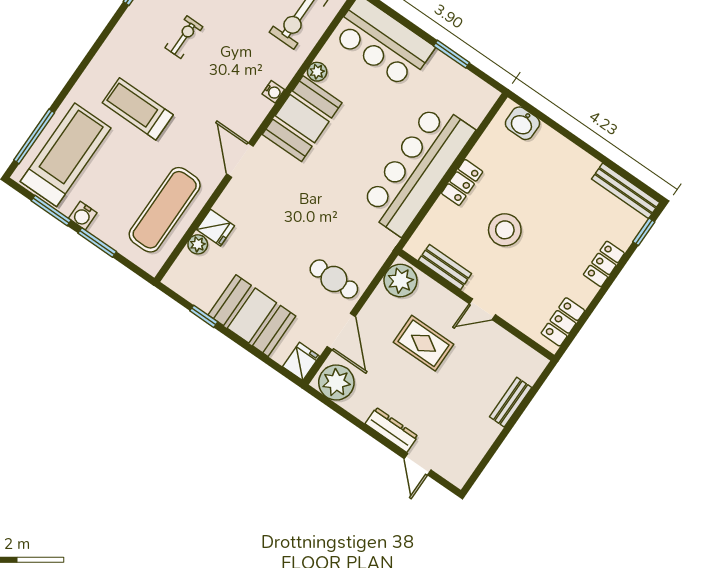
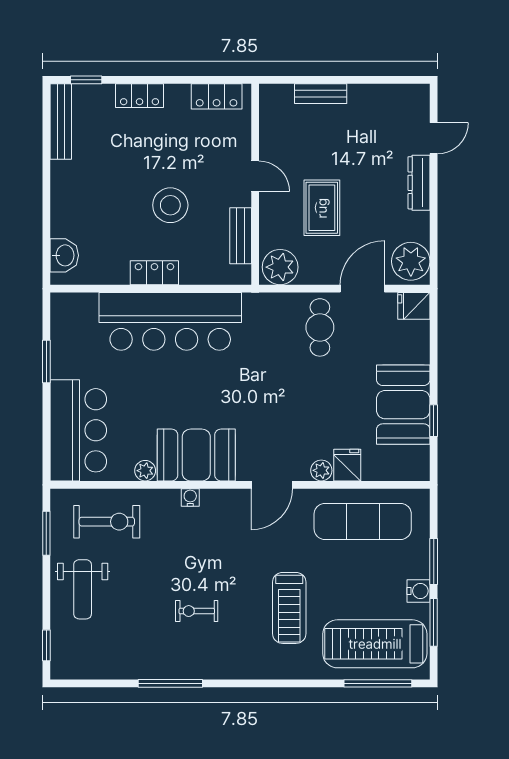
plant: (198, 244) -> (321, 470), moved
booth: (252, 316) -> (403, 405), moved

